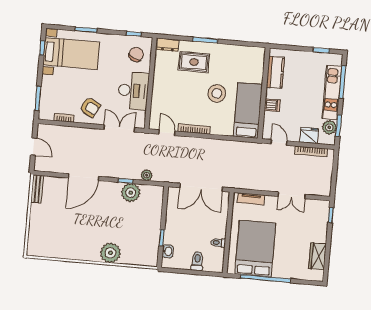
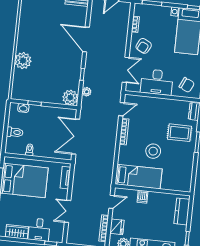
rug: (194, 62) -> (179, 133), turned 90
kitchen counter: (275, 72) -> (182, 211), moved, turned 90
plant: (131, 193) -> (70, 98), moved
desk: (314, 229) -> (39, 230), added

